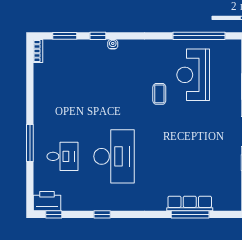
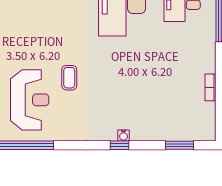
window: (98, 36) -> (120, 145), moved
bookcase: (38, 51) -> (211, 87), moved

